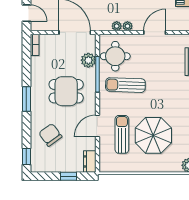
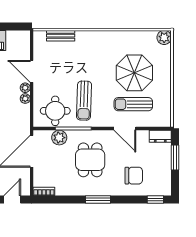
plant: (117, 26) -> (25, 88), moved
chair: (50, 135) -> (134, 176), turned -144
window: (68, 176) -> (175, 157), width x1.50

